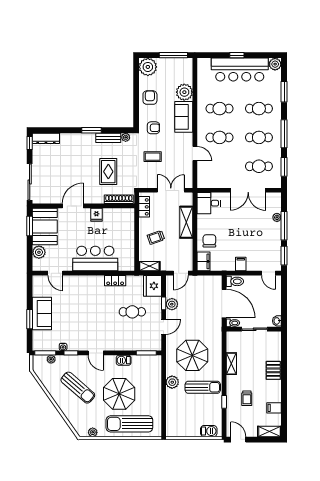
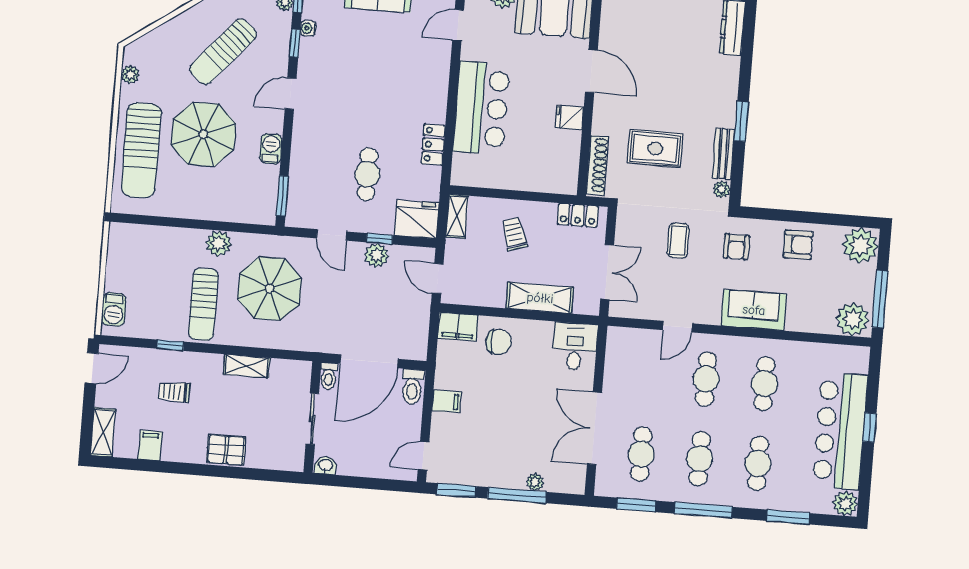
plant: (184, 92) -> (853, 319), moved
sun lounger: (129, 424) -> (141, 150), turned 180

